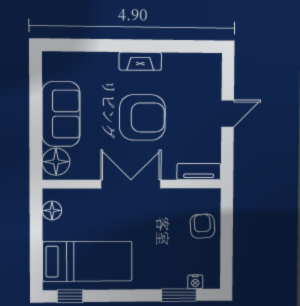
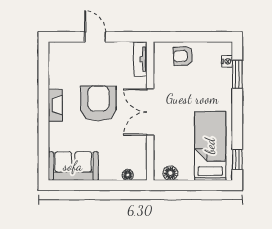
sofa: (61, 114) -> (73, 166), moved
floor lamp: (56, 162) -> (128, 175), width x0.53, depth x0.53

